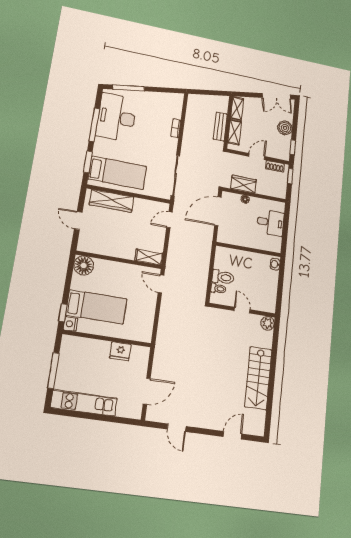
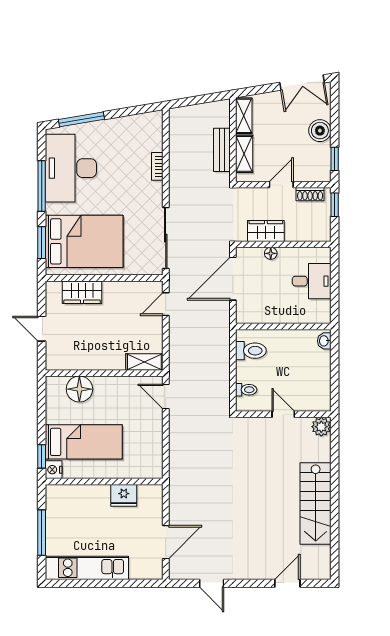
bed: (117, 173) -> (84, 241), width x1.50
wardrobe: (112, 201) -> (82, 292), width x0.67
floor lamp: (84, 266) -> (79, 389), moved
toilet: (223, 277) -> (251, 351), moved

